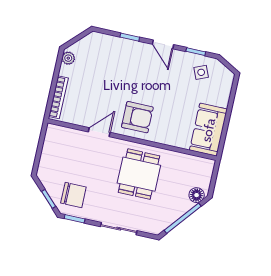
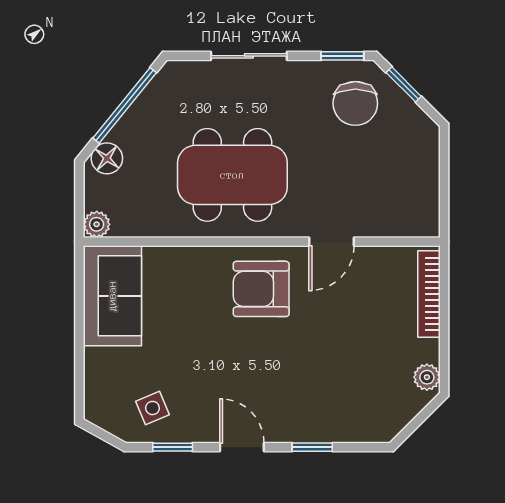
plant: (208, 165) -> (97, 224), added
dining table: (139, 174) -> (232, 175), width x1.37
chair: (73, 195) -> (355, 103), turned -90

